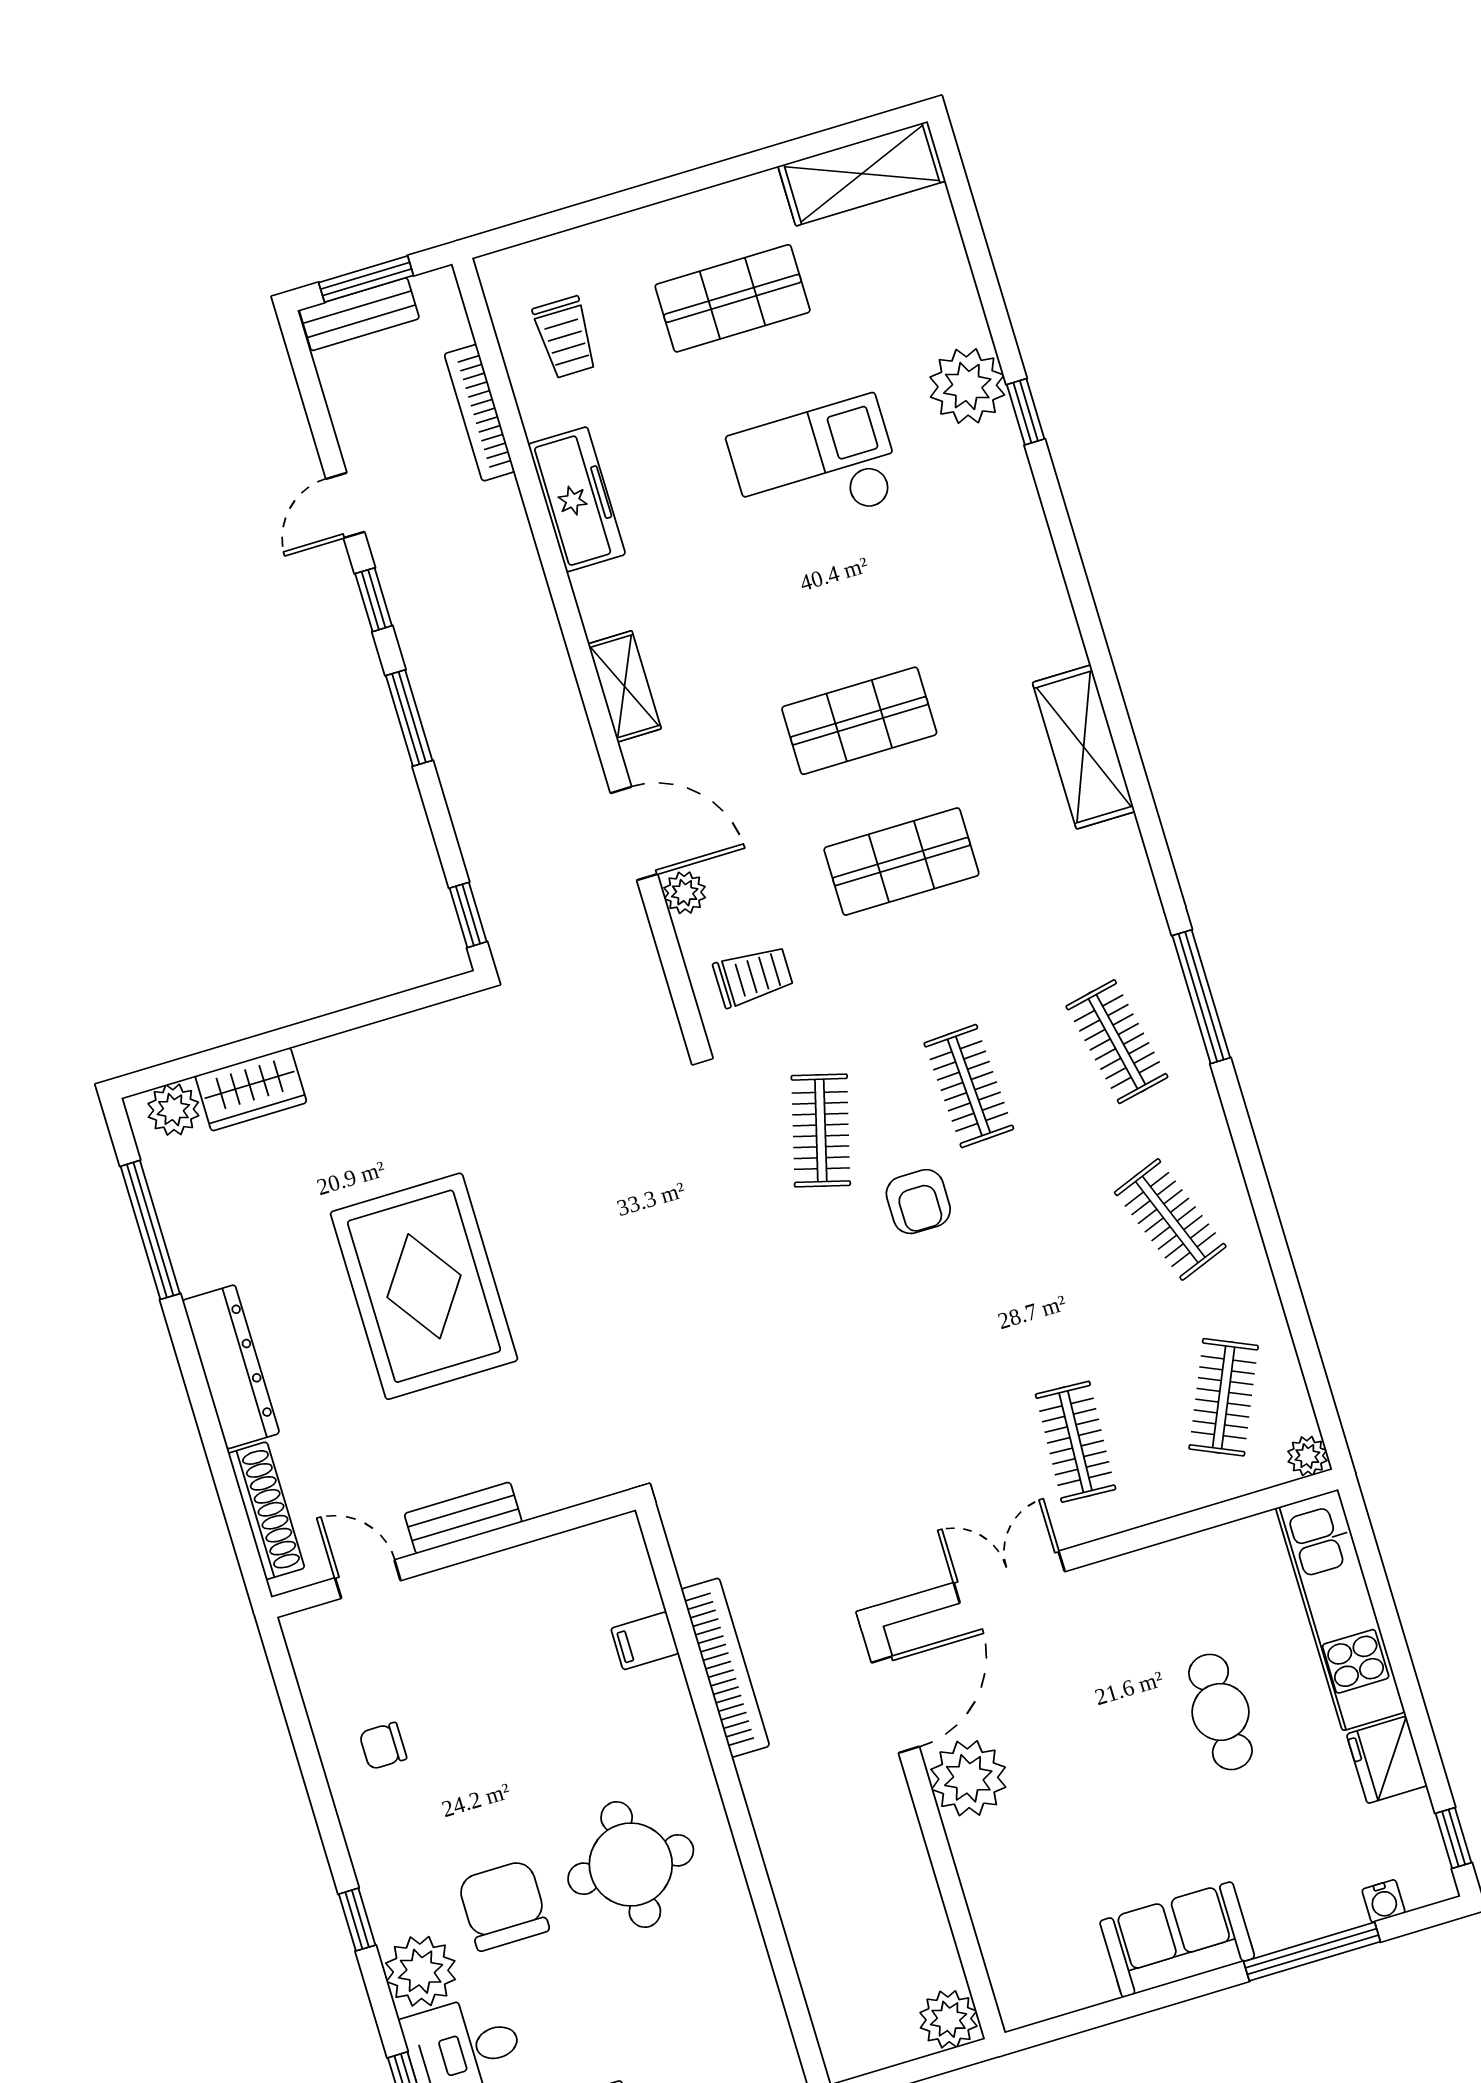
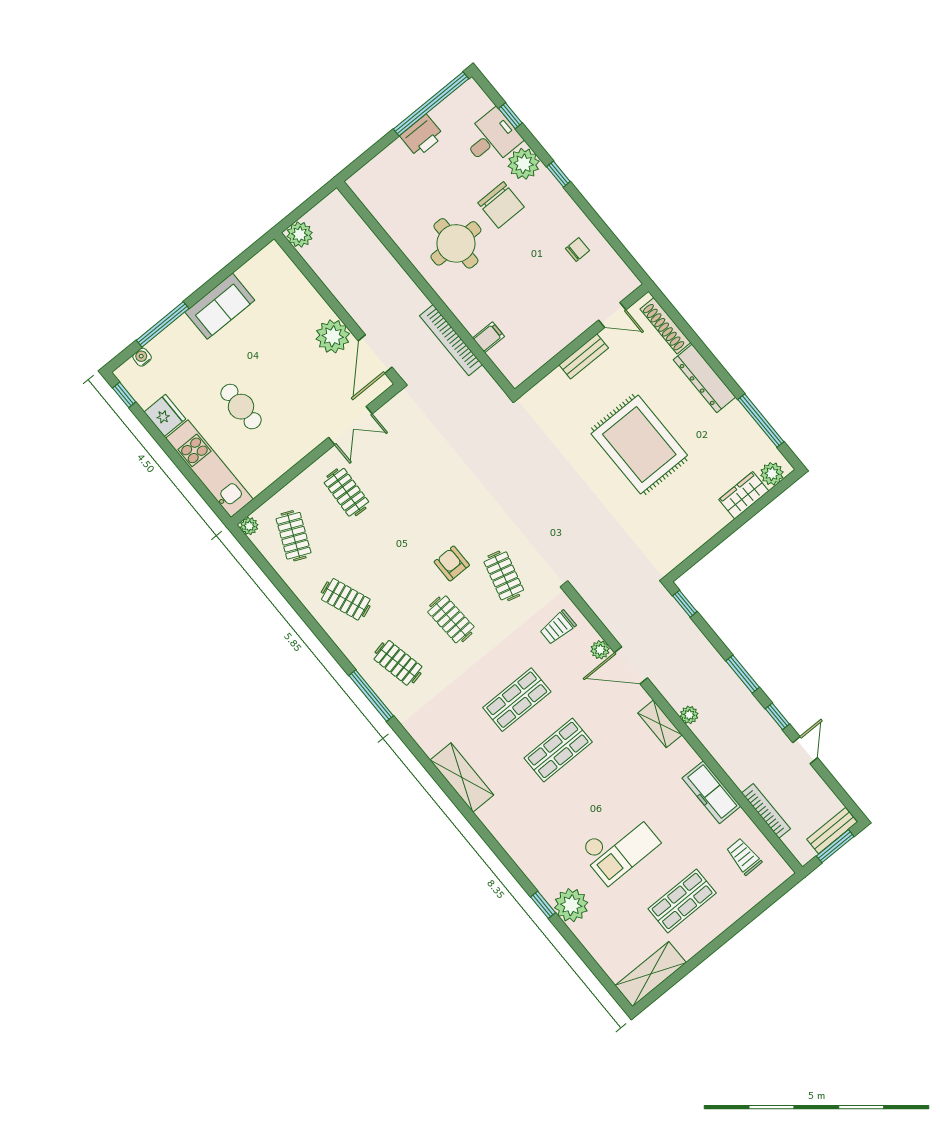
plant: (556, 680) -> (689, 715), added

